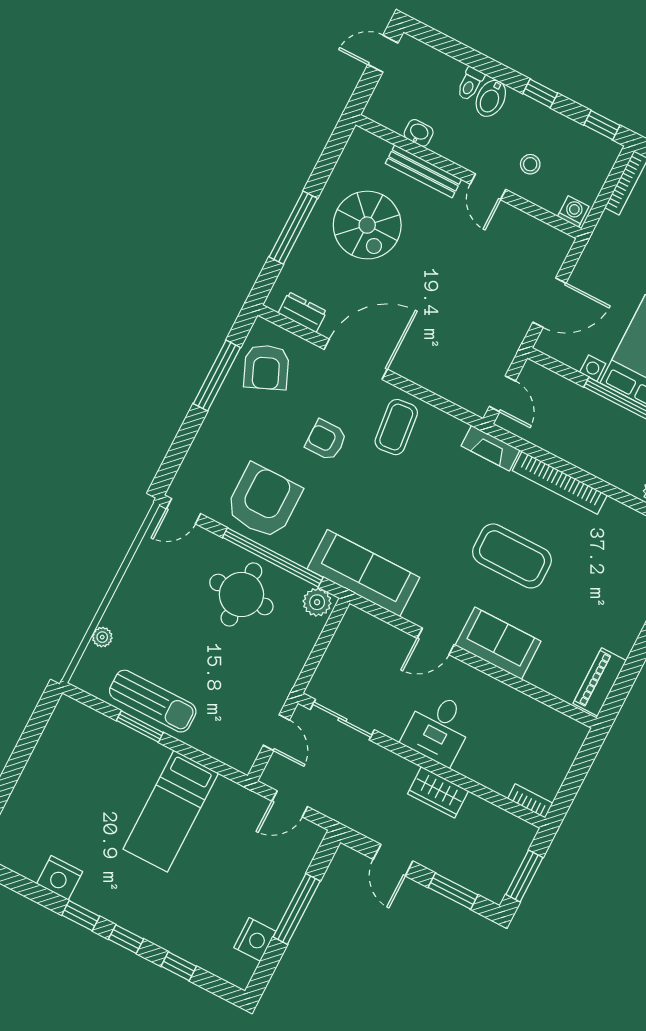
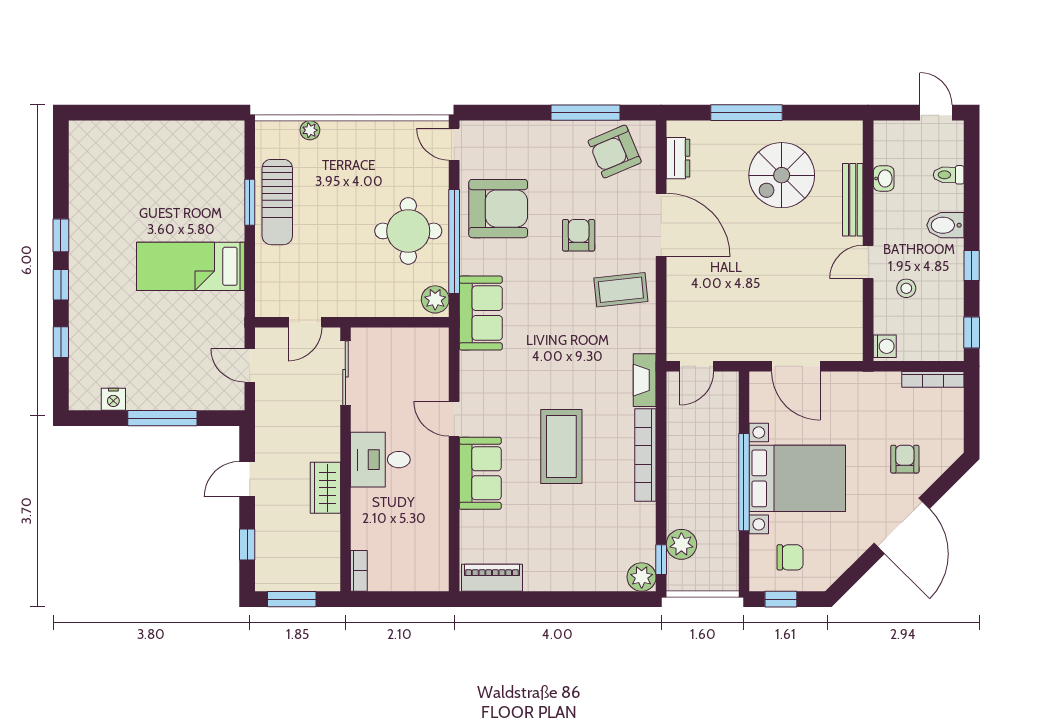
toilet: (470, 84) -> (949, 175), moved
sofa: (363, 573) -> (481, 313), width x0.73
nightstand: (60, 878) -> (84, 200), removed
window: (453, 891) -> (247, 544), width x0.67
nightstand: (255, 939) -> (113, 399), width x0.74, depth x0.75

